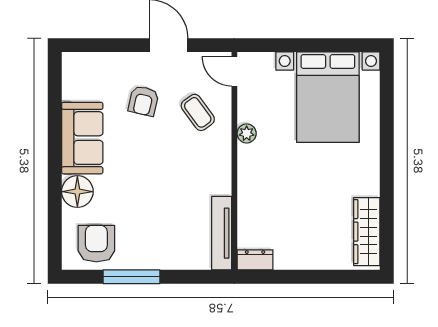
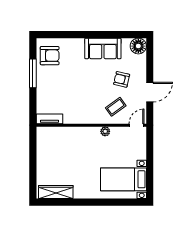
bed with nightstands: (328, 97) -> (123, 179), width x0.73
floor lamp: (77, 192) -> (138, 46), moved
tv unit: (222, 233) -> (50, 119), width x0.71
dresser: (255, 260) -> (41, 136), removed

